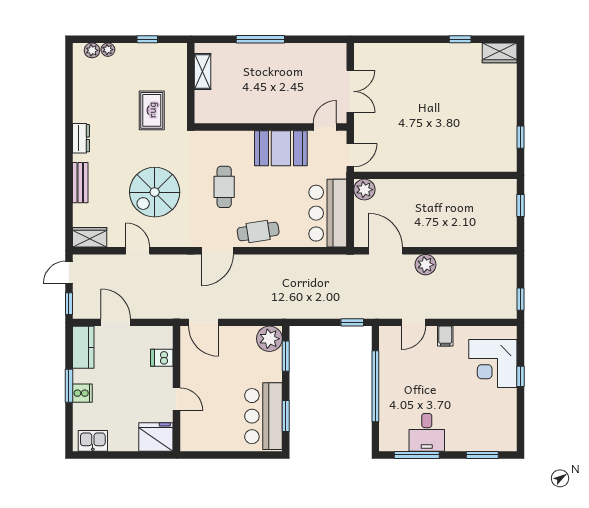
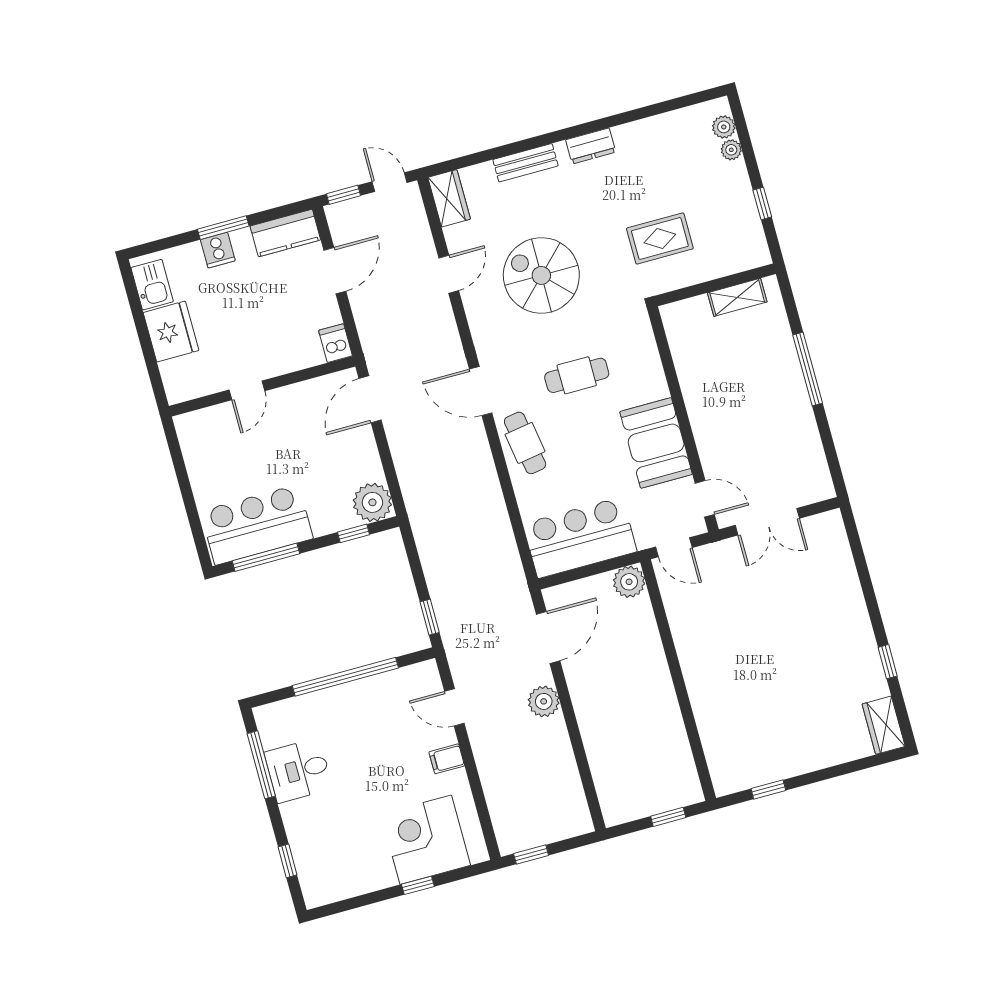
window: (286, 356) -> (353, 533), width x0.67
dishwasher: (162, 358) -> (335, 343), moved
window: (286, 416) -> (266, 557), width x1.44
fridge: (156, 437) -> (171, 332), moved
window: (482, 455) -> (288, 861), width x0.67

